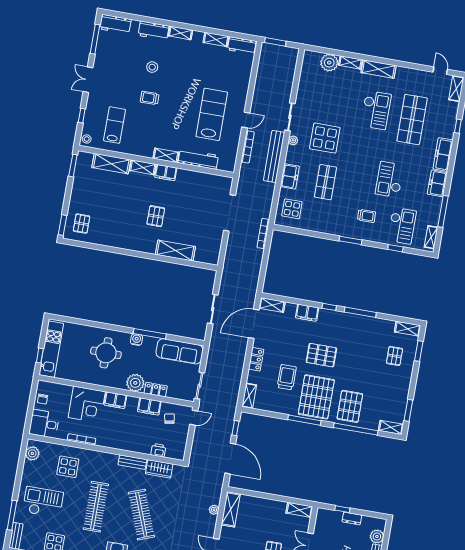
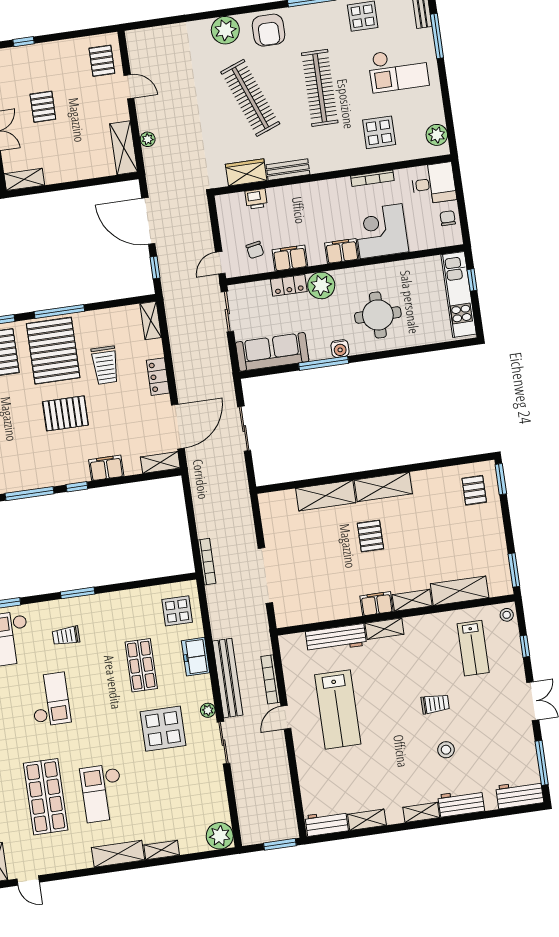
plant: (329, 63) -> (220, 836), moved
shelving: (138, 244) -> (383, 487), added

